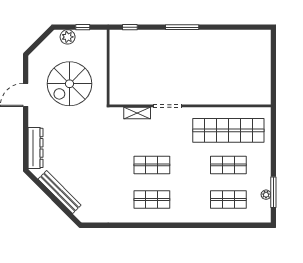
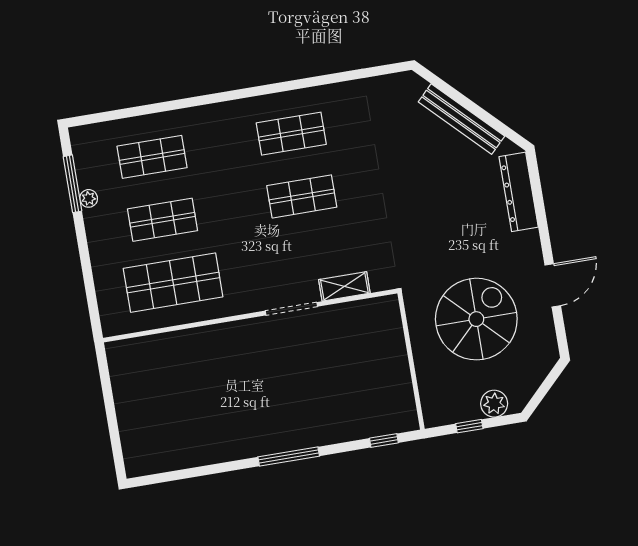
shop shelf: (228, 130) -> (173, 283), width x0.71
plant: (266, 195) -> (89, 198), moved

